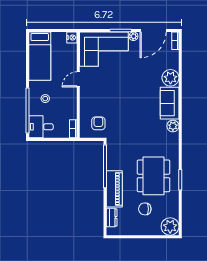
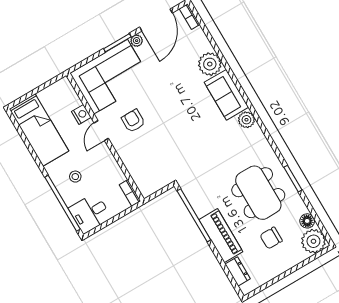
nightstand: (72, 37) -> (81, 114), moved
armchair: (98, 123) -> (133, 121), moved
floor lamp: (174, 211) -> (307, 221), added

